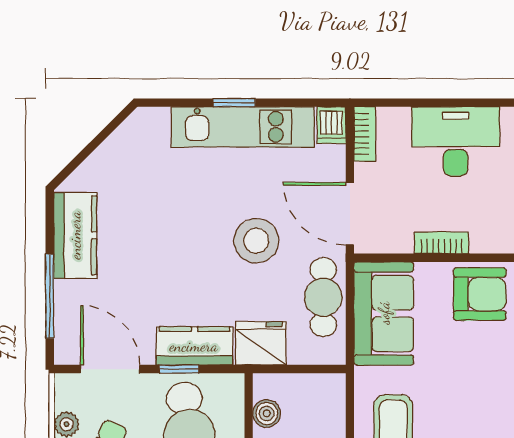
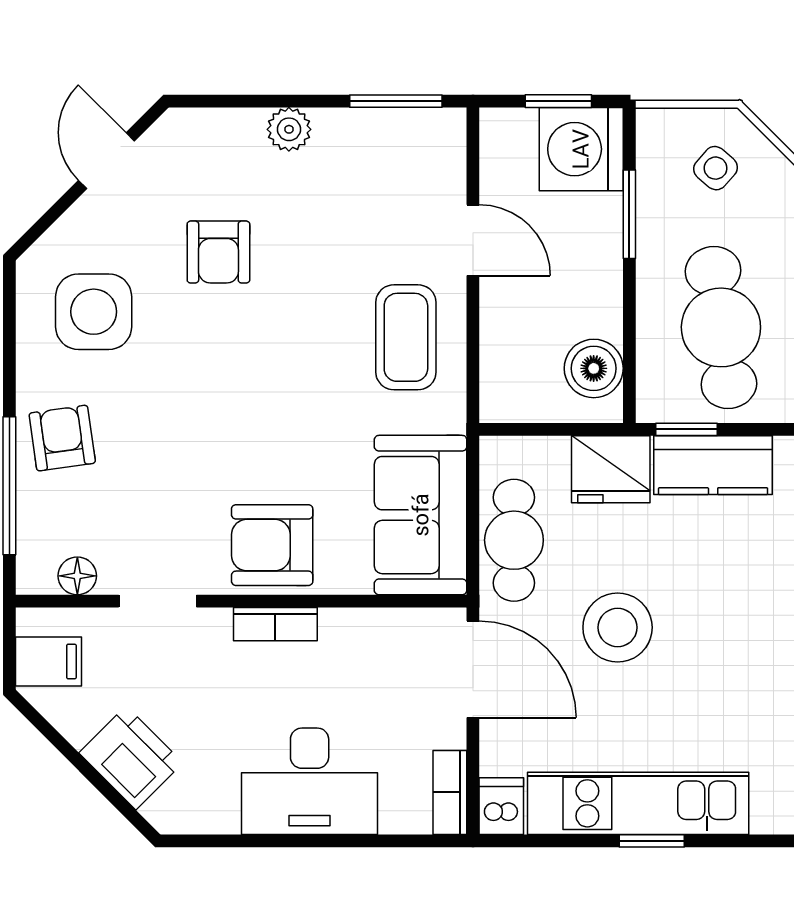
bookcase: (442, 243) -> (275, 624), moved
window: (179, 369) -> (686, 429), moved
boiler: (267, 413) -> (594, 368), width x1.36, depth x1.36

